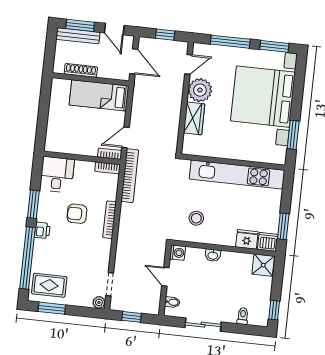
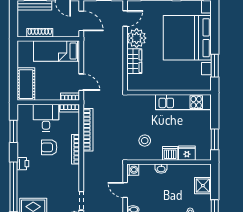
cot: (57, 132) -> (26, 84), added
door: (125, 137) -> (81, 82), swing flipped
desk: (57, 175) -> (46, 118), moved
kitchen unit: (237, 175) -> (183, 102), width x0.73
bookcase: (130, 176) -> (88, 130), moved
window: (33, 204) -> (14, 131), moved
dishwasher: (268, 242) -> (170, 153), moved
shower: (263, 265) -> (203, 186), moved

